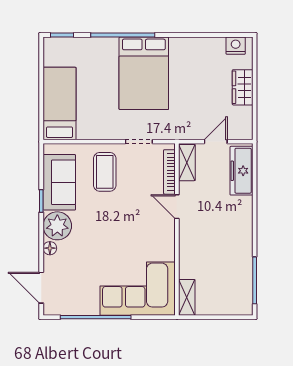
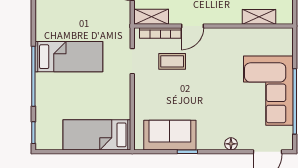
bed: (144, 73) -> (69, 57), width x0.67
coffee table: (105, 172) -> (172, 61), moved, width x0.73, depth x0.77
plant: (57, 226) -> (210, 137), removed
corner sofa: (138, 289) -> (268, 91), moved
shelving: (187, 297) -> (259, 17), moved

